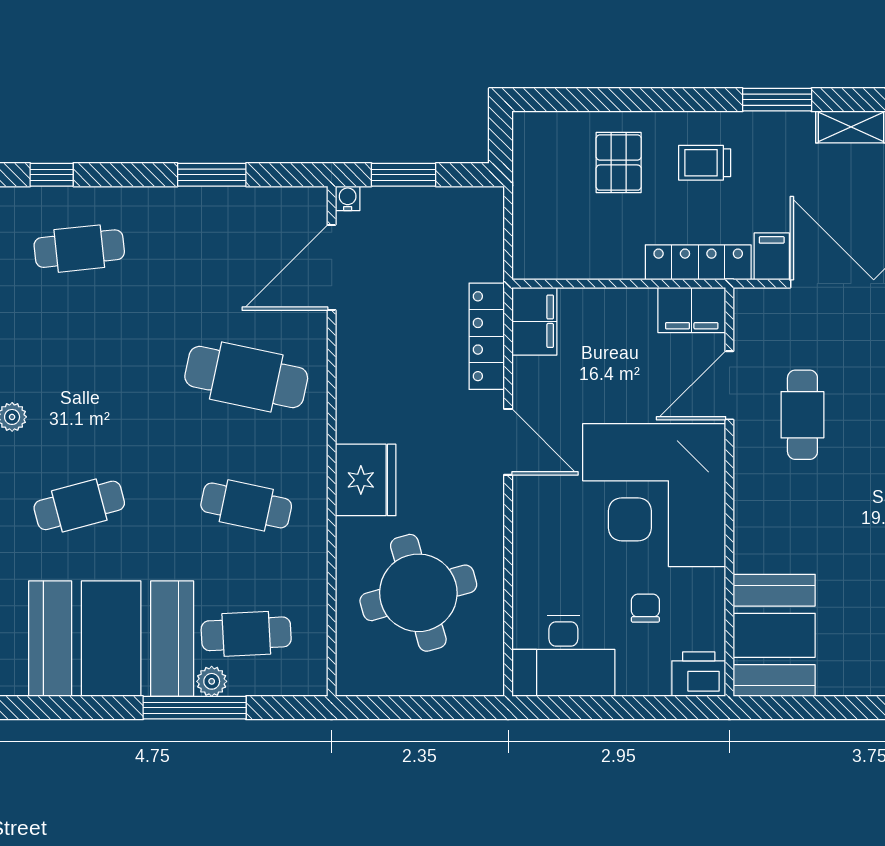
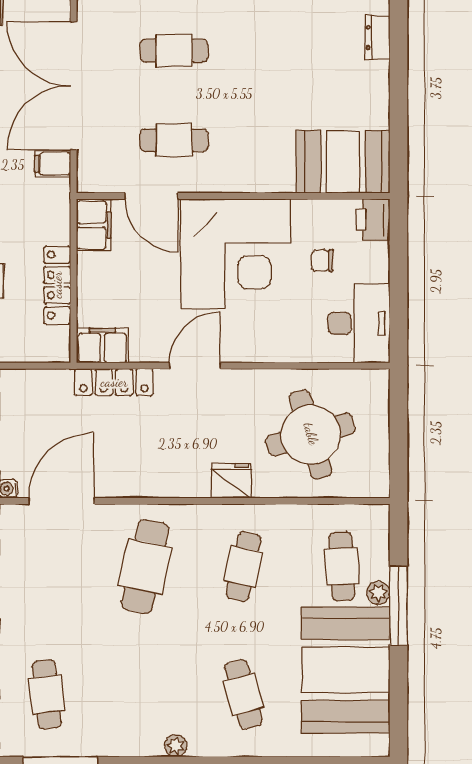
locker: (698, 262) -> (57, 285), moved
door: (332, 267) -> (61, 501), swing flipped
fridge: (366, 480) -> (231, 481), width x0.73, depth x0.75

